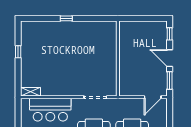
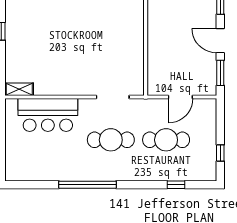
door: (153, 97) -> (180, 97), moved

